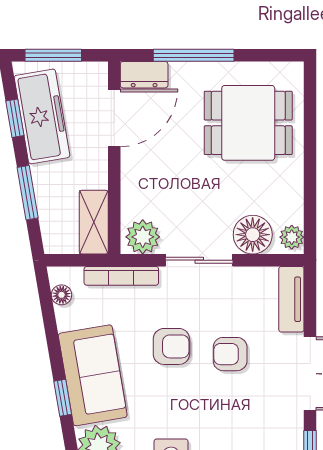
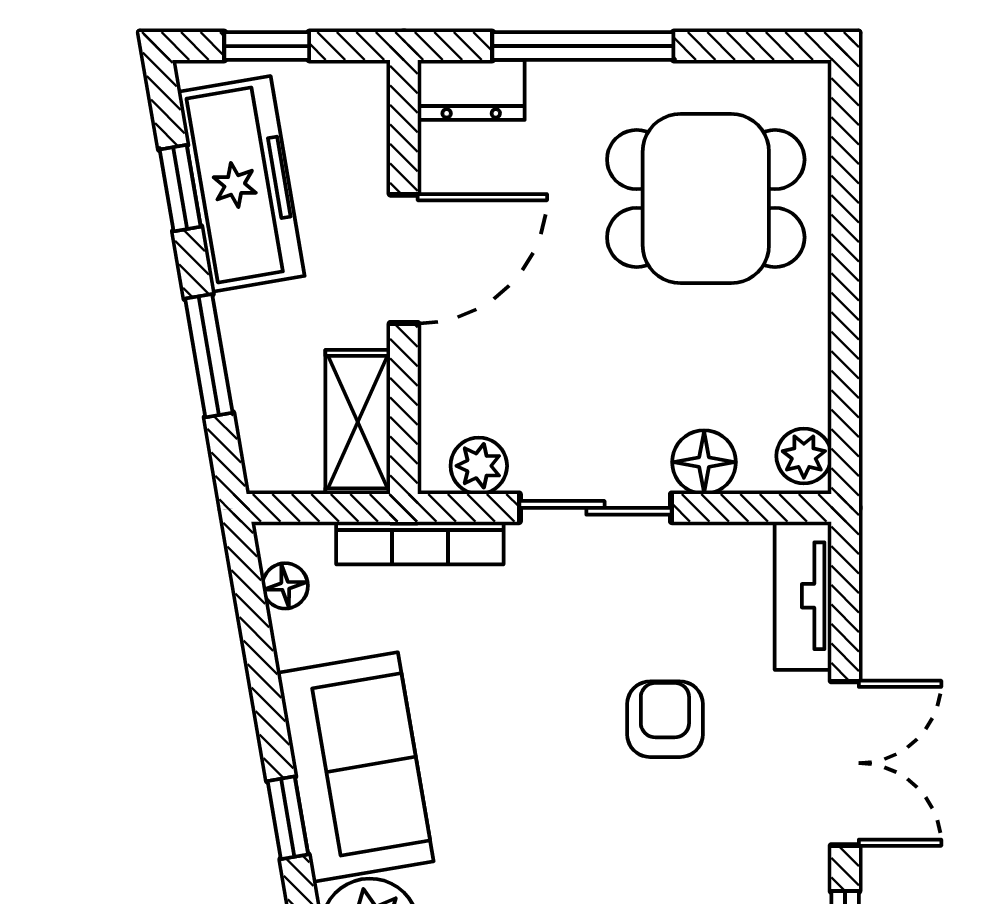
window: (53, 55) -> (267, 46), width x0.67
door: (114, 118) -> (404, 259), moved
floor lamp: (253, 235) -> (704, 462), width x0.73, depth x0.73
plant: (143, 237) -> (479, 466), width x0.73, depth x0.73
armchair: (171, 346) -> (533, 702), removed
armchair: (230, 354) -> (665, 719), turned 90

